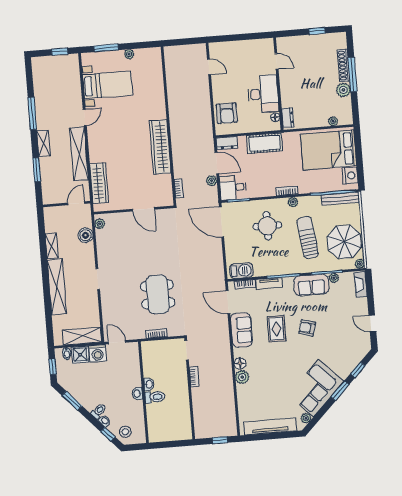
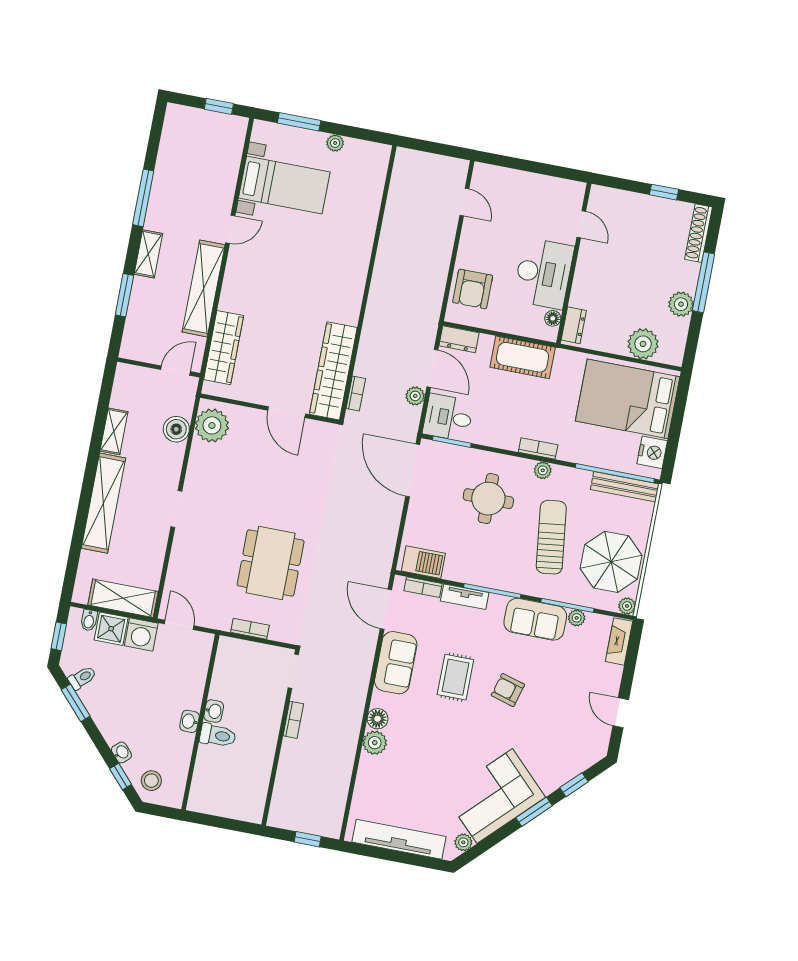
shoe rack: (344, 66) -> (699, 233), moved
plant: (333, 121) -> (643, 344), width x1.88, depth x1.88
wardrobe: (160, 147) -> (333, 371), moved
plant: (100, 224) -> (212, 425), width x1.88, depth x1.88
toilet: (99, 411) -> (82, 678), moved

